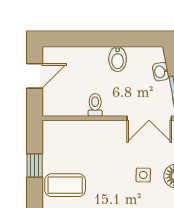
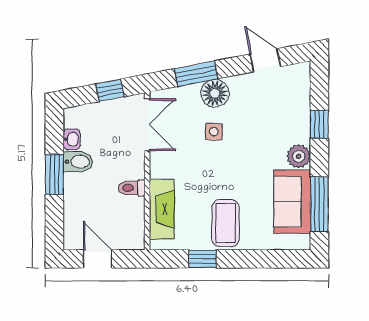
window: (107, 39) -> (54, 174), added
washbasin: (161, 72) -> (72, 139), moved, turned -79
fireplace: (77, 131) -> (162, 209), added

